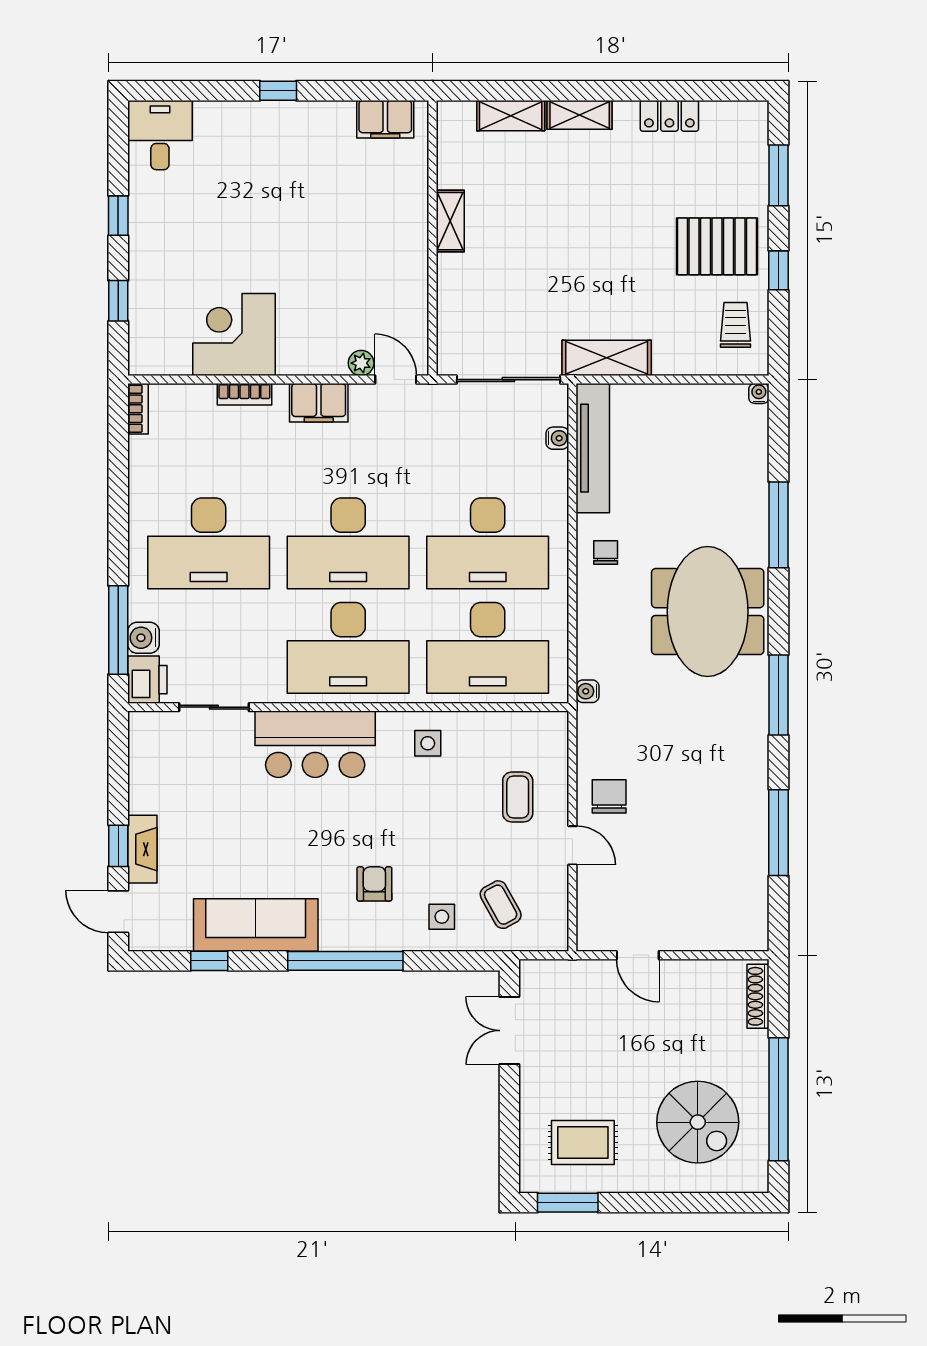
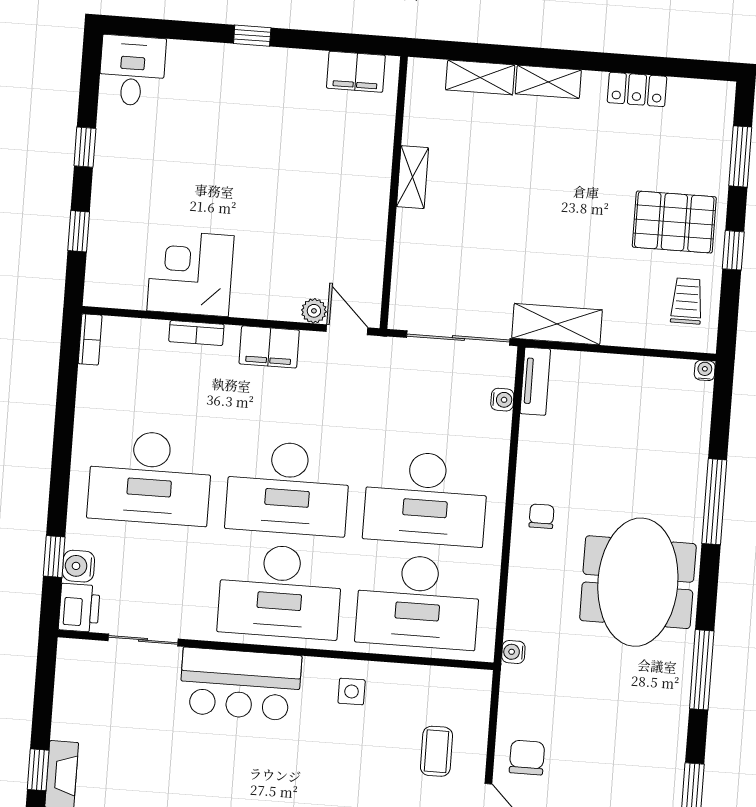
tv unit: (593, 448) -> (535, 381), width x0.52, depth x0.78
window: (118, 630) -> (54, 556), width x0.46

